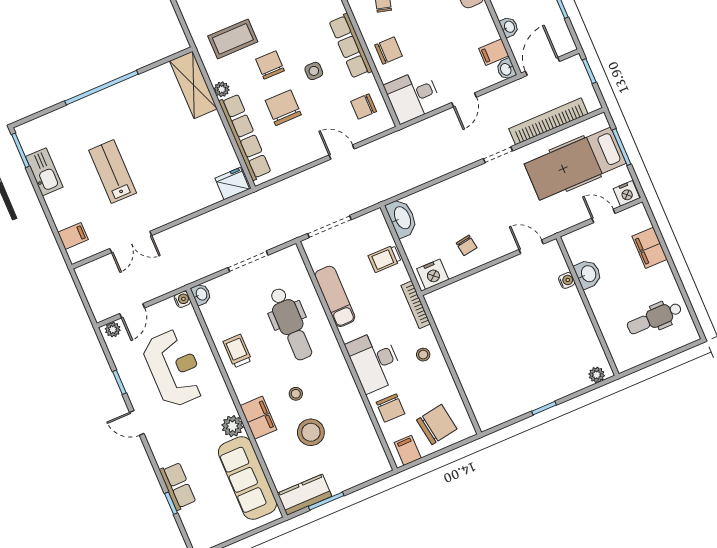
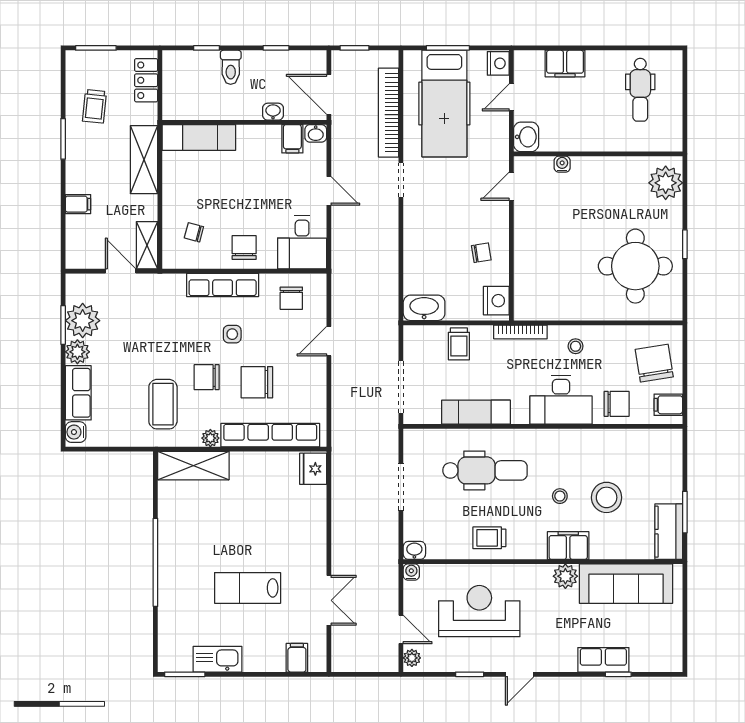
washbasin: (588, 274) -> (526, 137), moved, turned 90
round table: (509, 375) -> (635, 266), added
plant: (597, 375) -> (666, 183), width x1.87, depth x1.87

